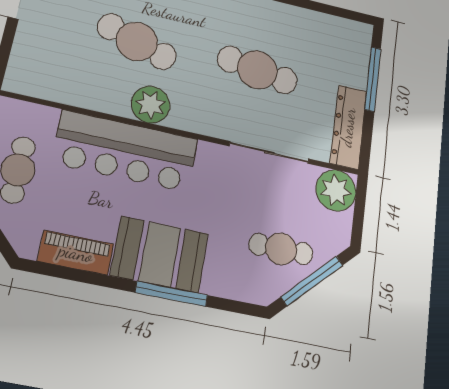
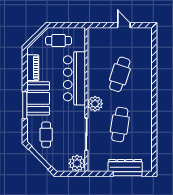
plant: (151, 105) -> (95, 104), moved
dresser: (348, 127) -> (125, 165), moved
cafe table: (281, 249) -> (46, 135), moved

